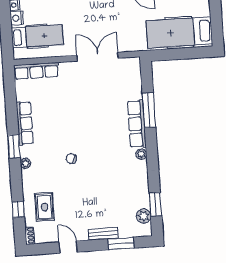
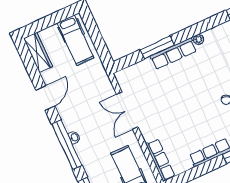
hospital bed: (179, 32) -> (76, 40), width x0.73, depth x0.78

